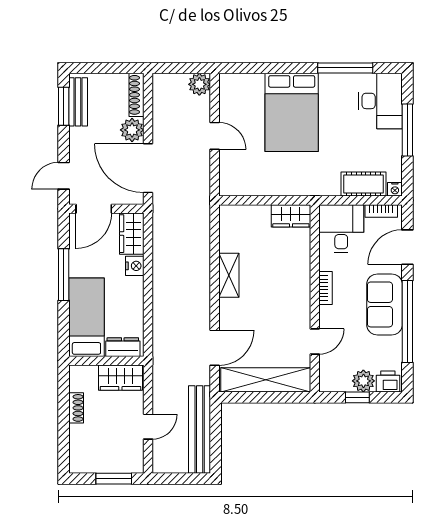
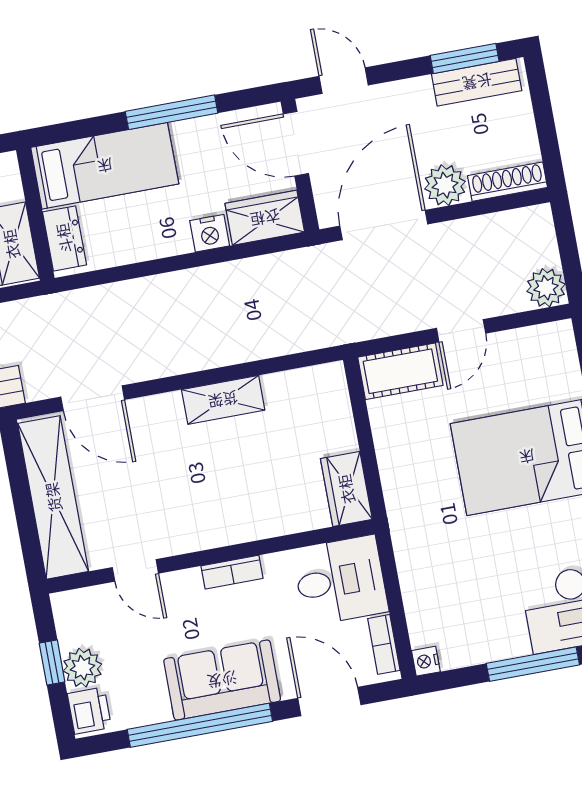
cot: (364, 184) -> (400, 371), moved, turned 90

